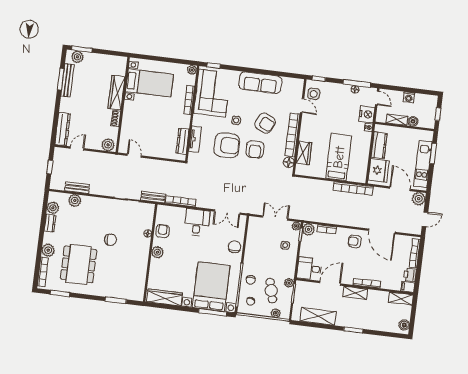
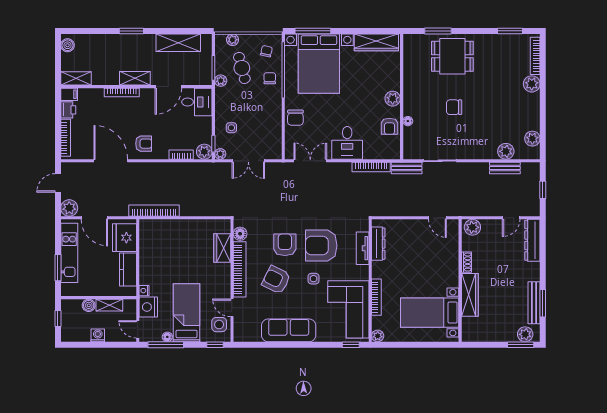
bed: (339, 157) -> (187, 313), moved, turned 180
dresser: (50, 223) -> (534, 119), removed
dining table: (79, 264) -> (452, 56), moved, width x0.73

